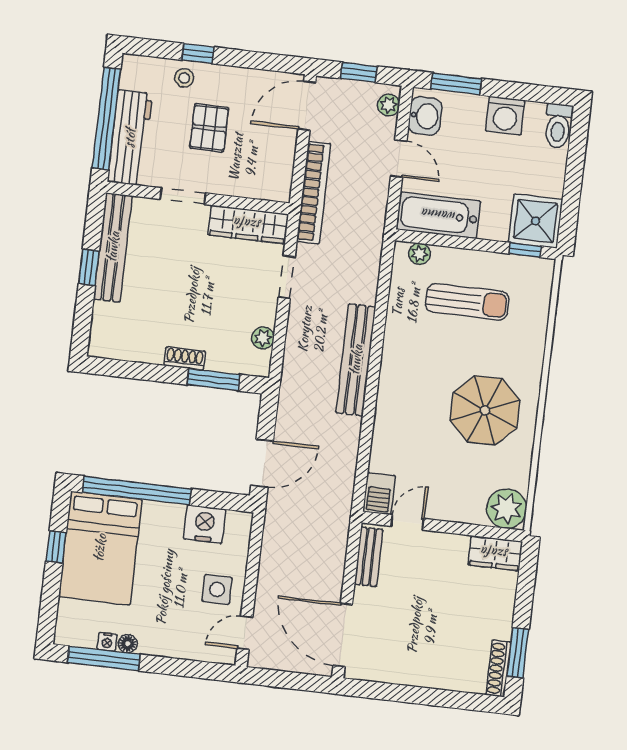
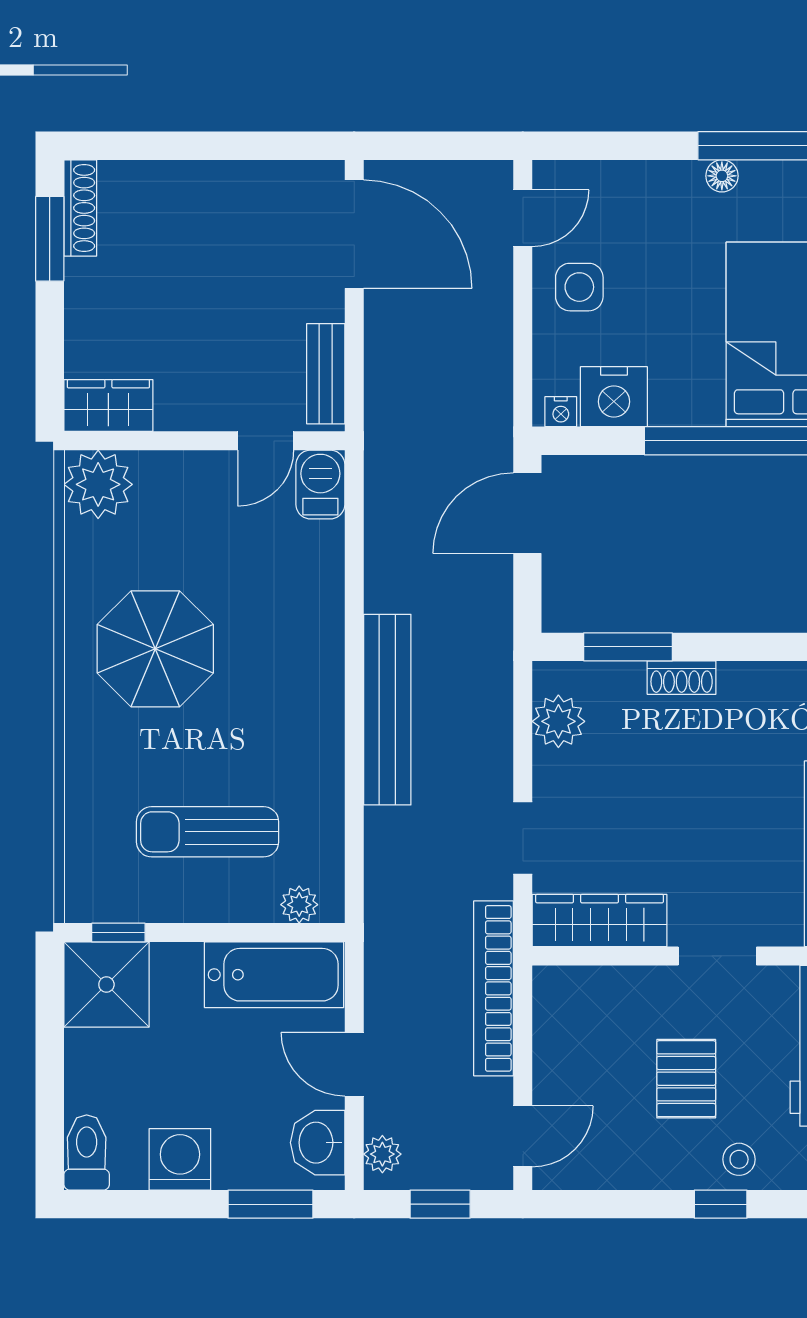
door: (307, 106) -> (523, 1136), width x0.73
plant: (263, 338) -> (558, 721), width x1.38, depth x1.38
nightstand: (107, 642) -> (561, 412), moved, turned 180

